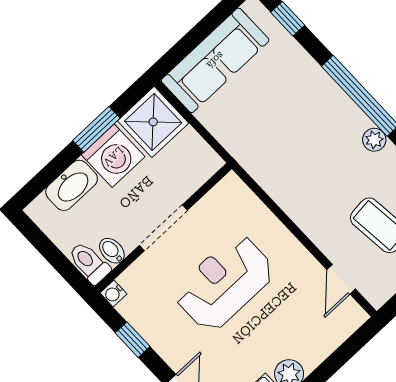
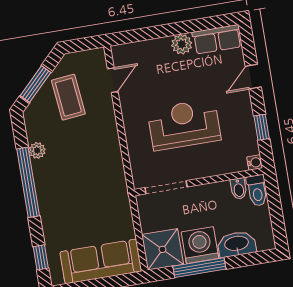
window: (96, 129) -> (199, 268), width x1.44
doorway: (163, 228) -> (166, 187), moved
reception desk: (224, 283) -> (184, 125), turned 180

